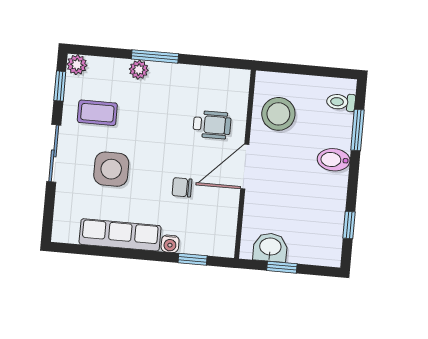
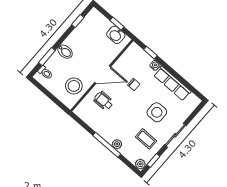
window: (155, 56) -> (107, 145), width x1.44

